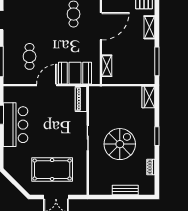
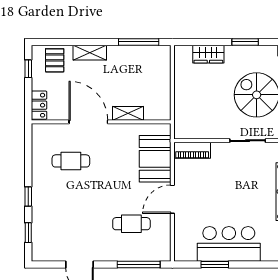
shelving: (107, 66) -> (128, 113), moved
door: (47, 85) -> (172, 199), hinge flipped
wardrobe: (148, 97) -> (208, 54), moved

